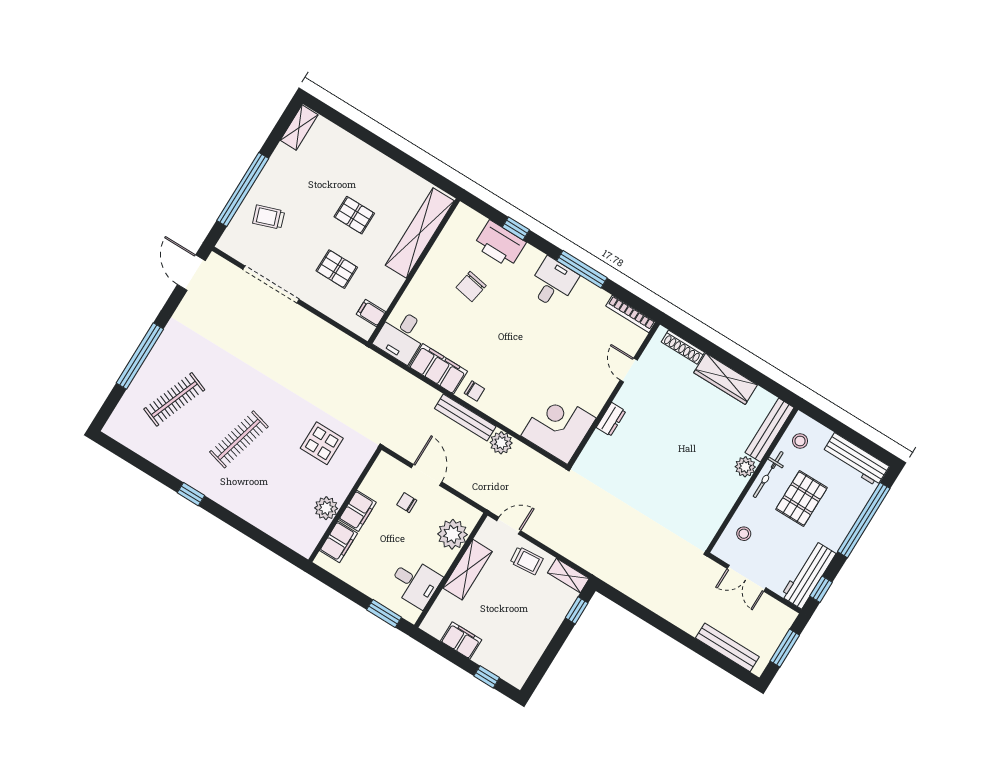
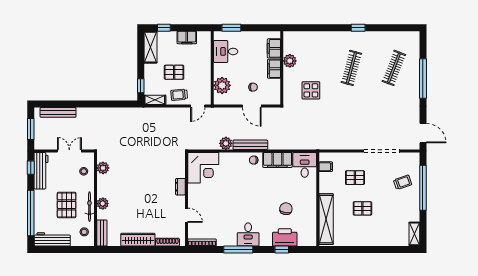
bench: (770, 430) -> (102, 233), width x0.73
plant: (711, 521) -> (103, 168), added
shelving: (468, 570) -> (150, 47), moved
pallet: (513, 600) -> (174, 72), added

